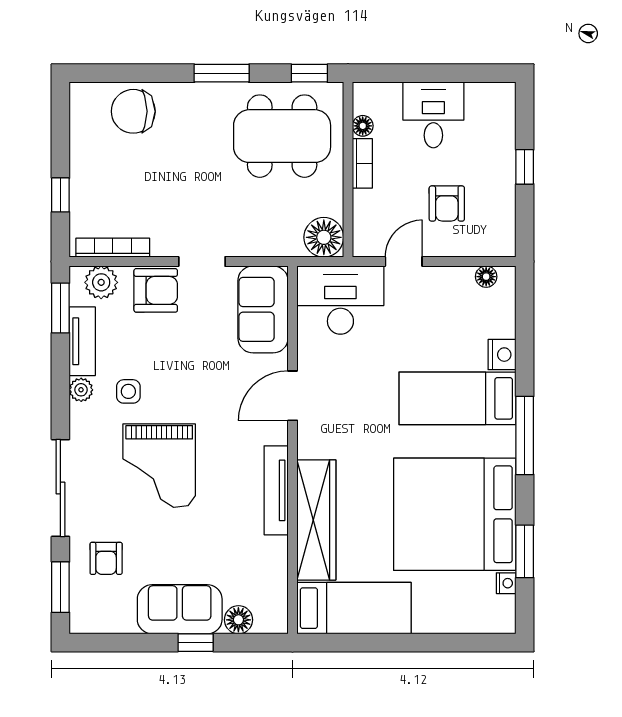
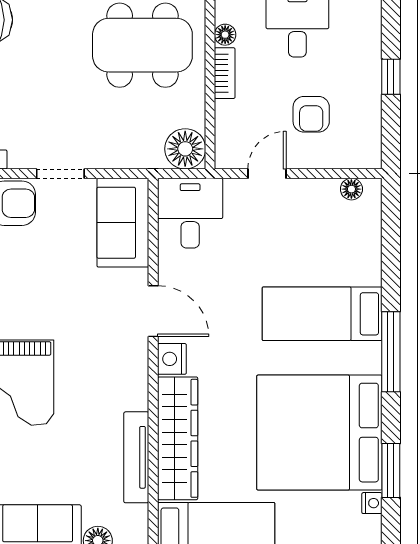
desk: (340, 300) -> (190, 213), width x0.73
nightstand: (502, 355) -> (172, 359), moved, turned 180
door: (293, 396) -> (153, 311), swing flipped
tv unit: (276, 490) -> (136, 457), moved

